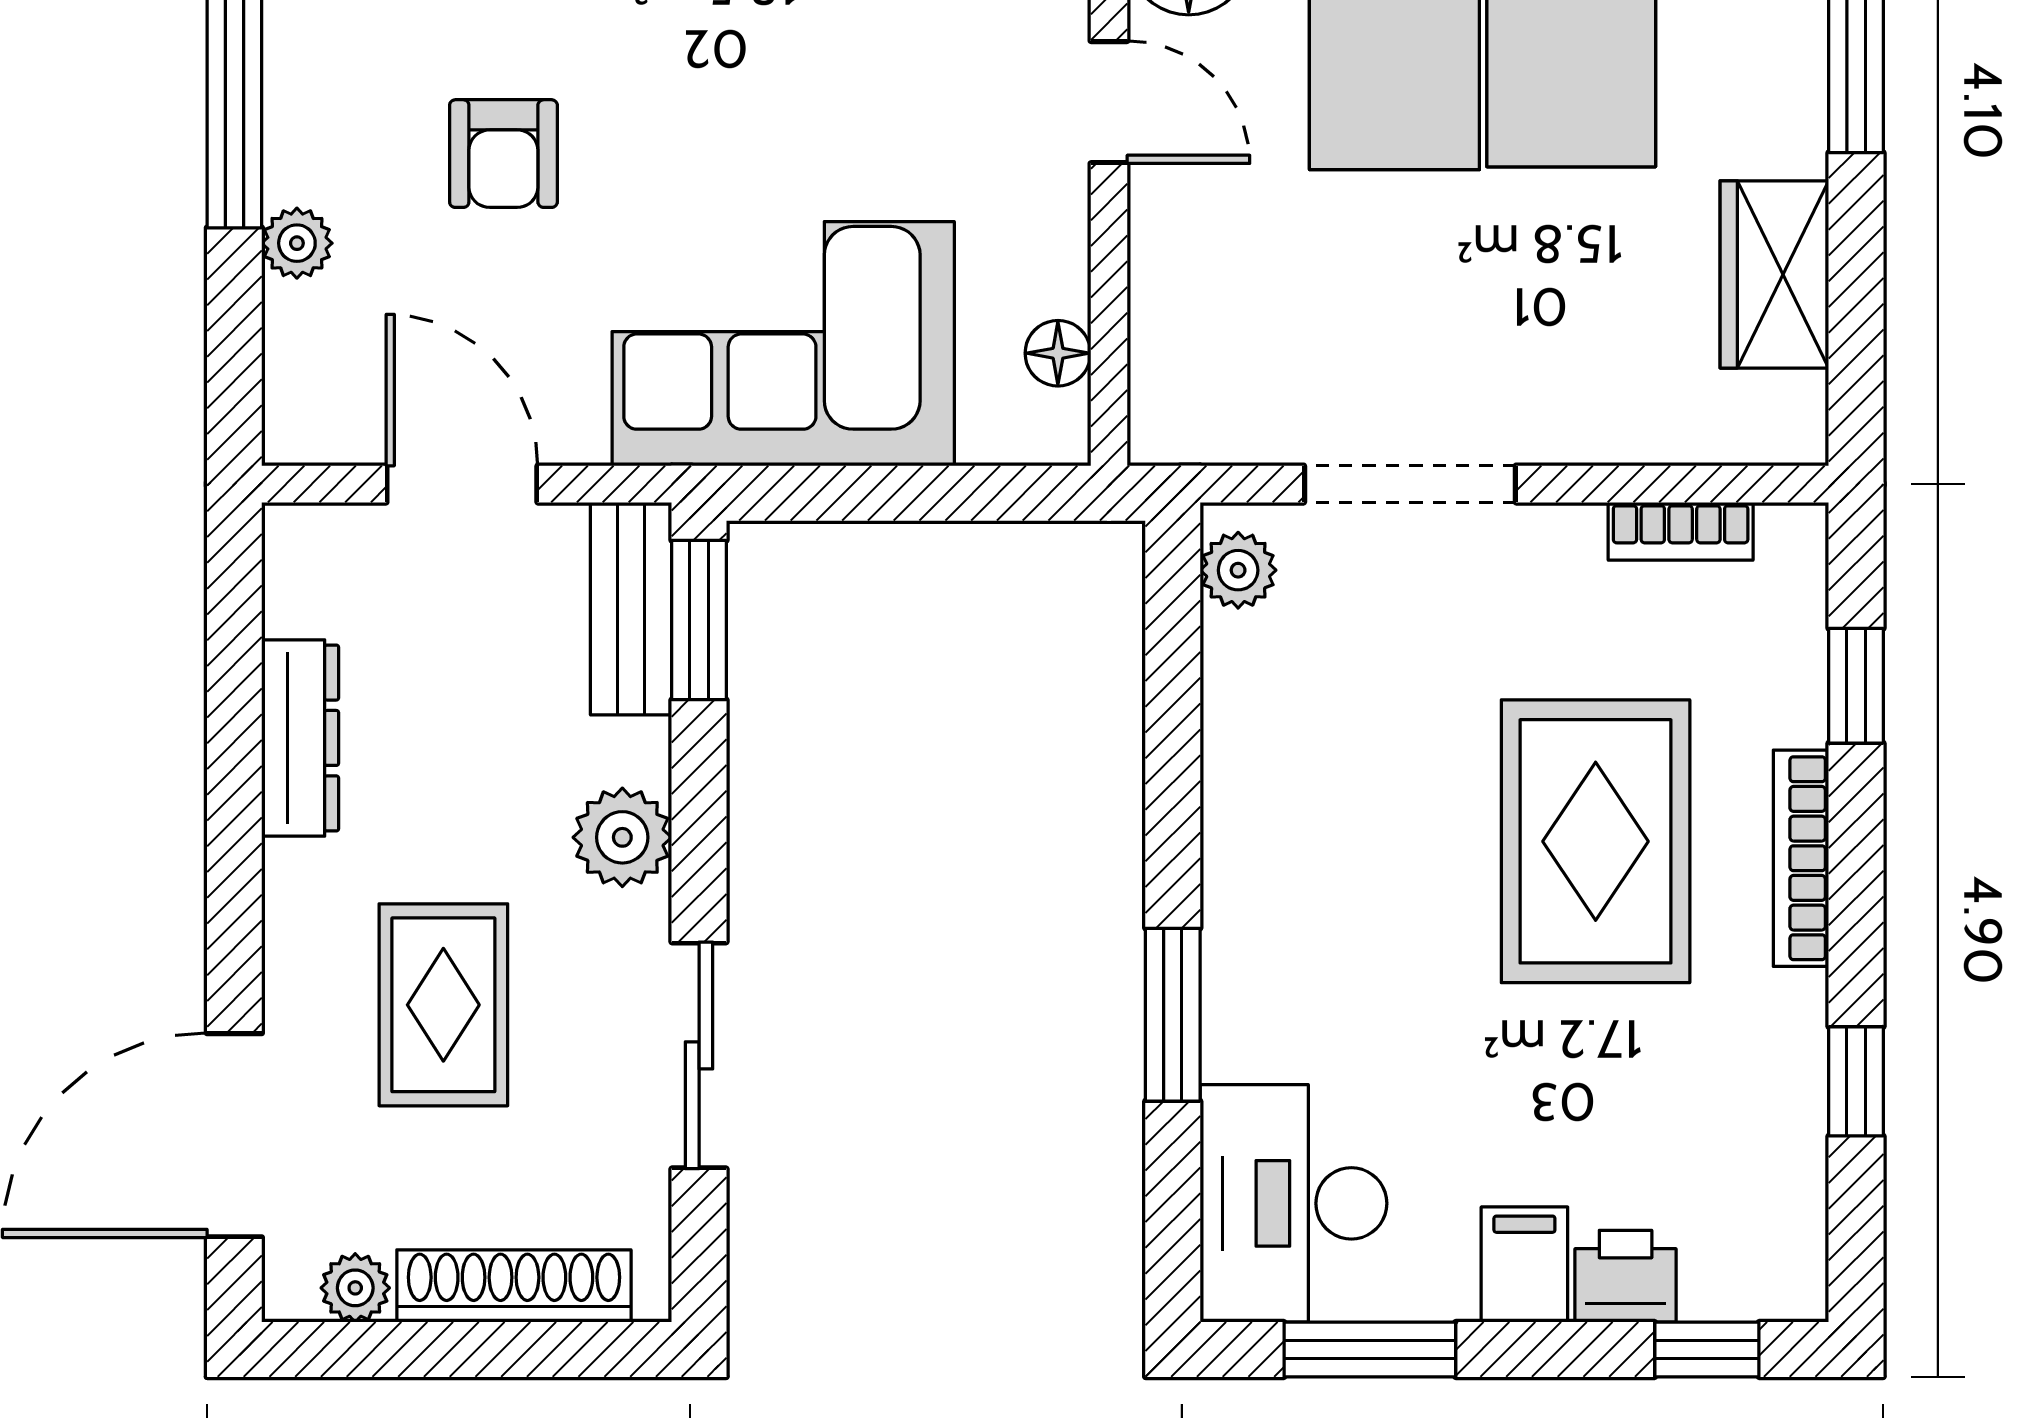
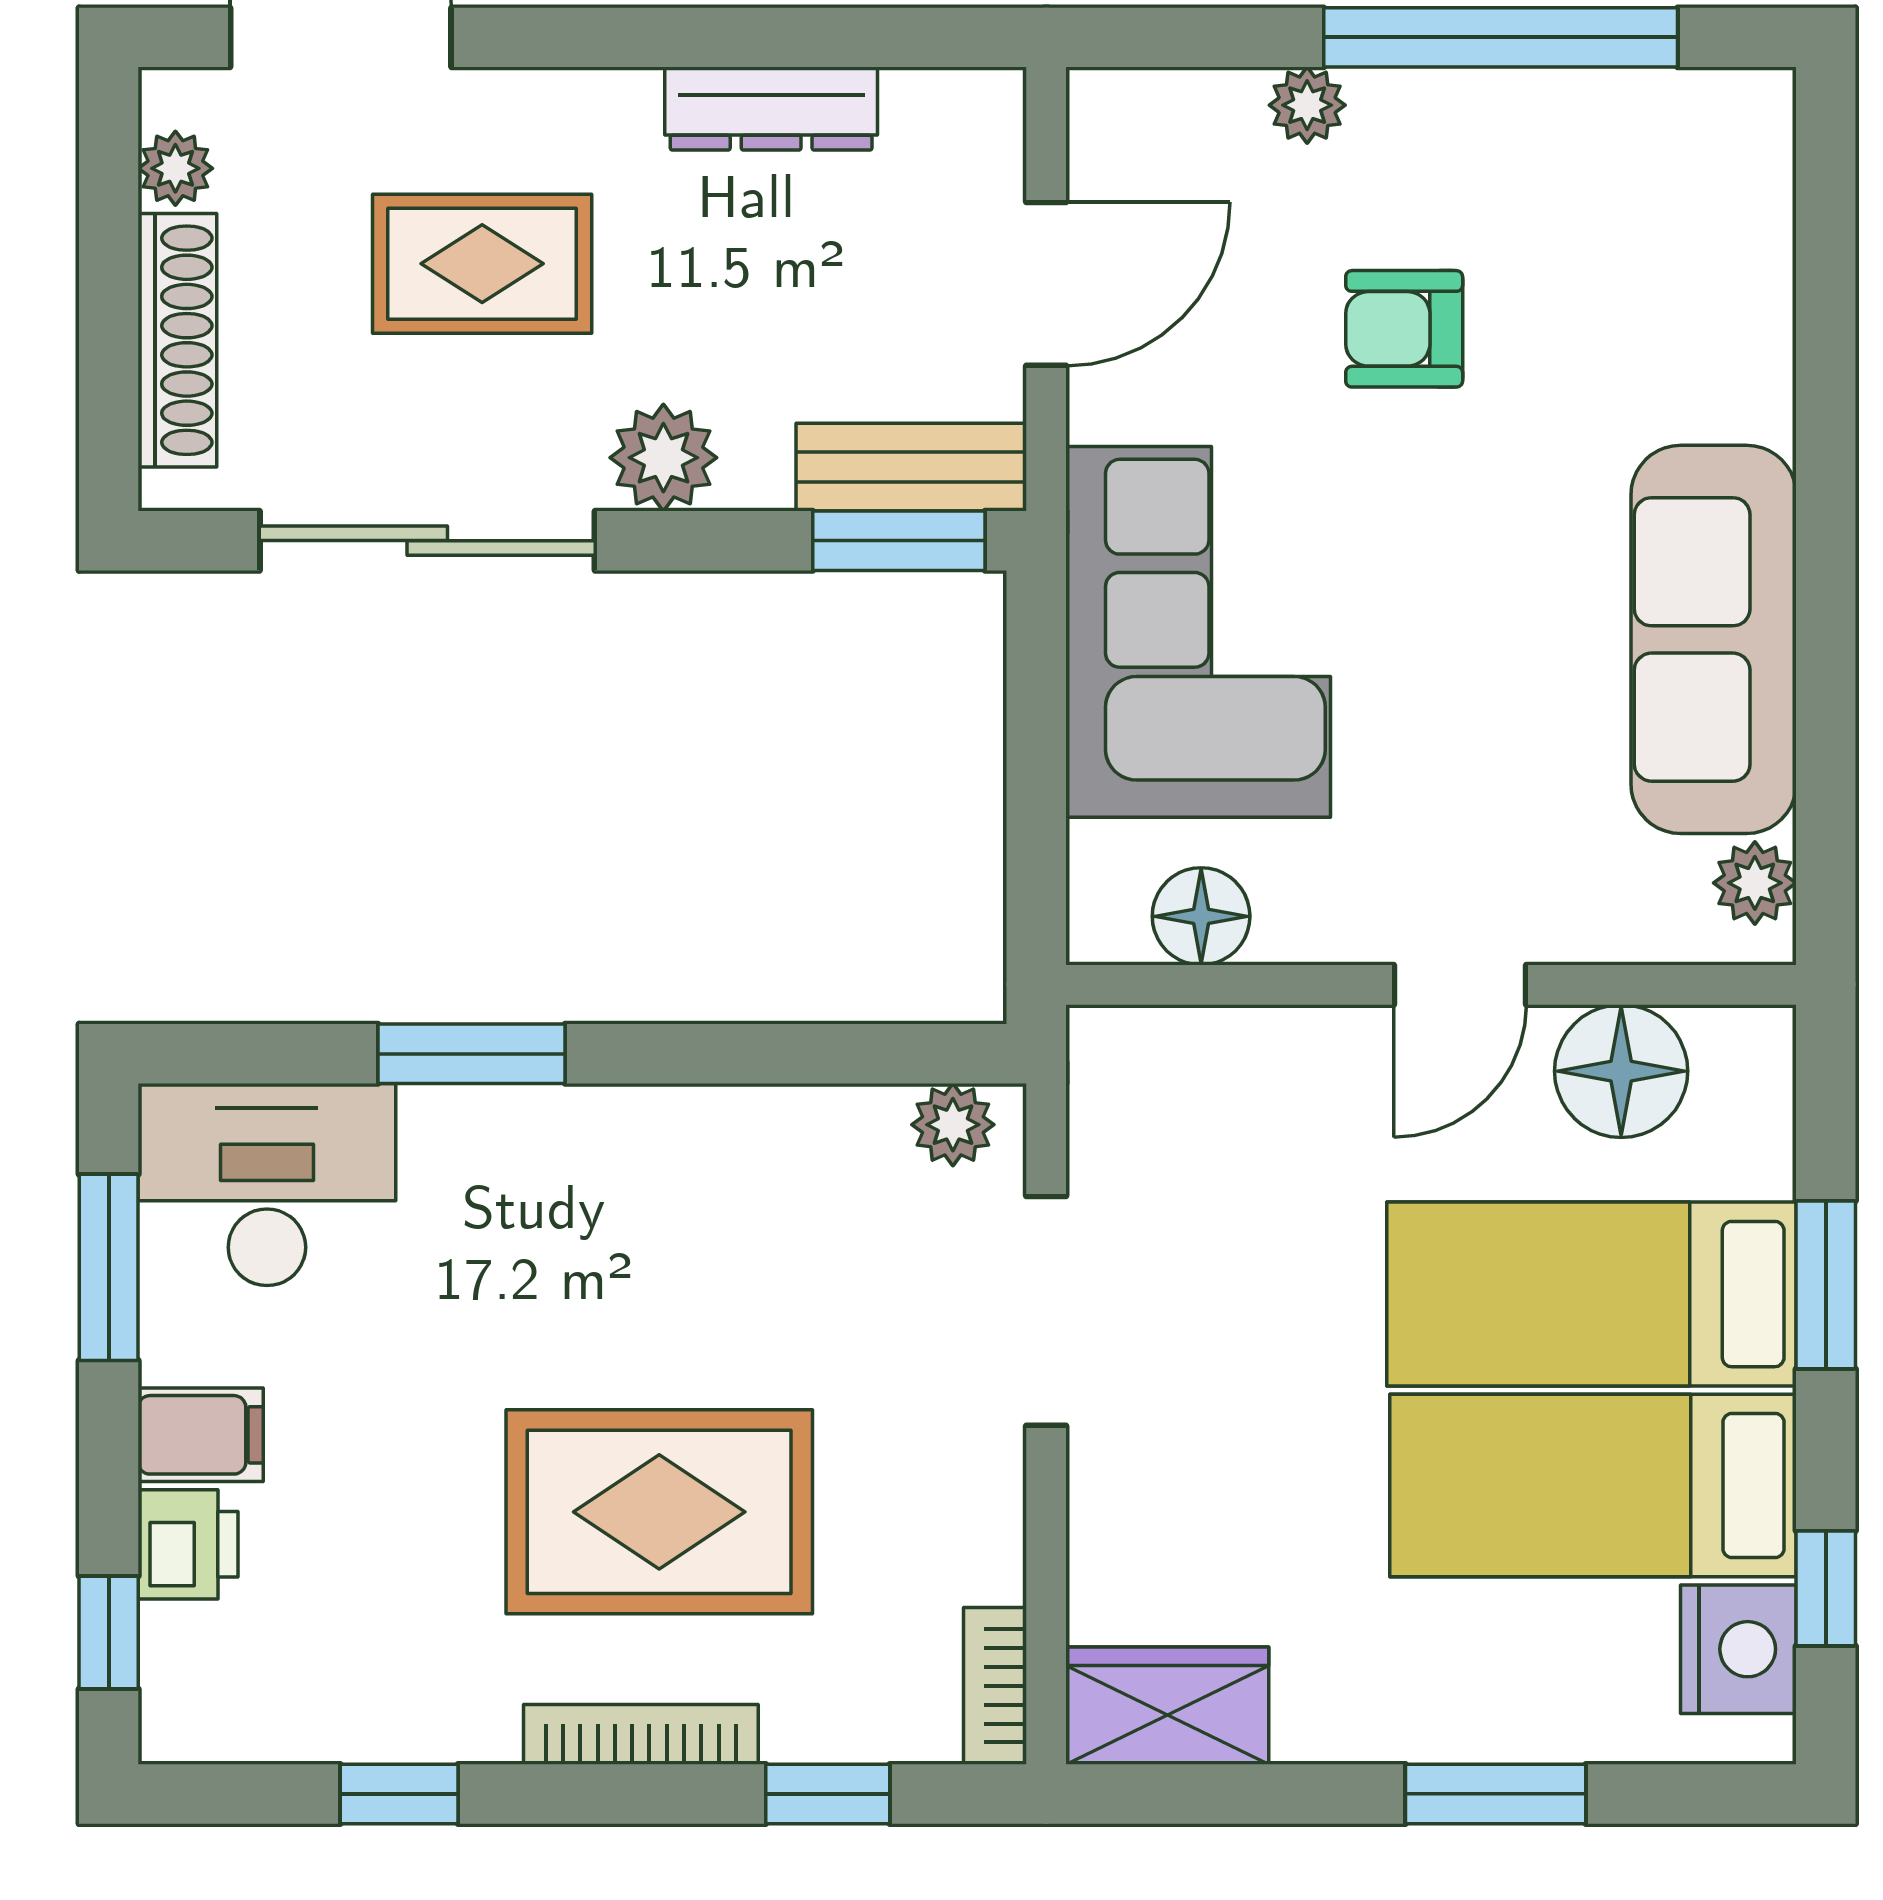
wardrobe: (1774, 274) -> (1167, 1706), moved
floor lamp: (1058, 353) -> (1201, 916), width x1.37, depth x1.37
bookcase: (1681, 531) -> (995, 1686), moved
sliding door: (699, 1055) -> (427, 541), width x1.37

